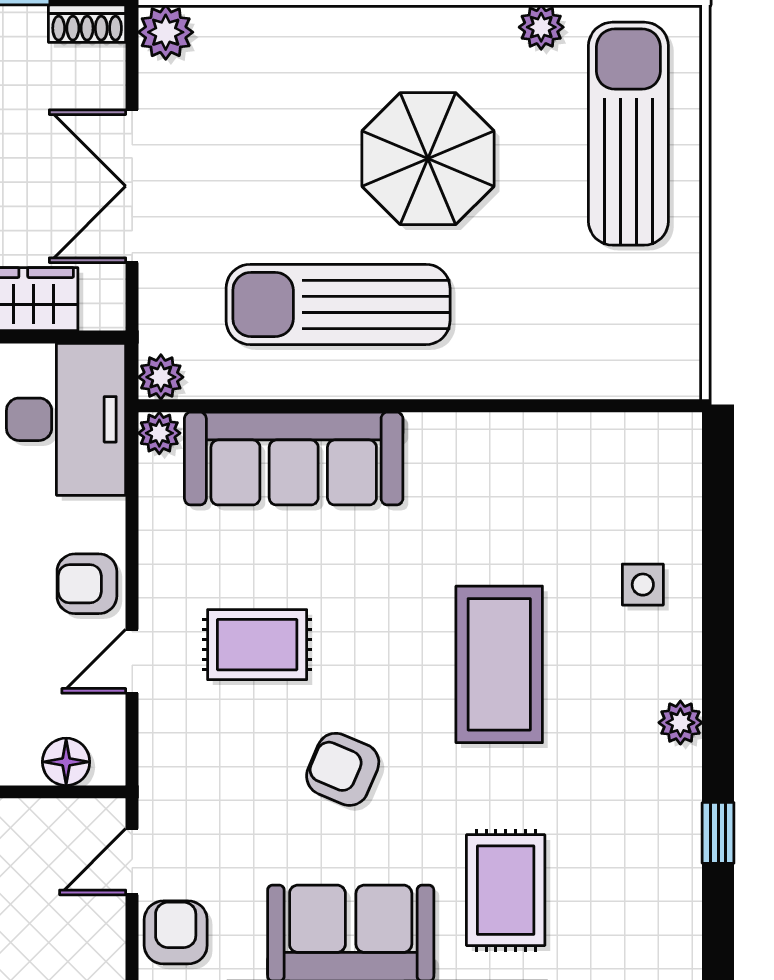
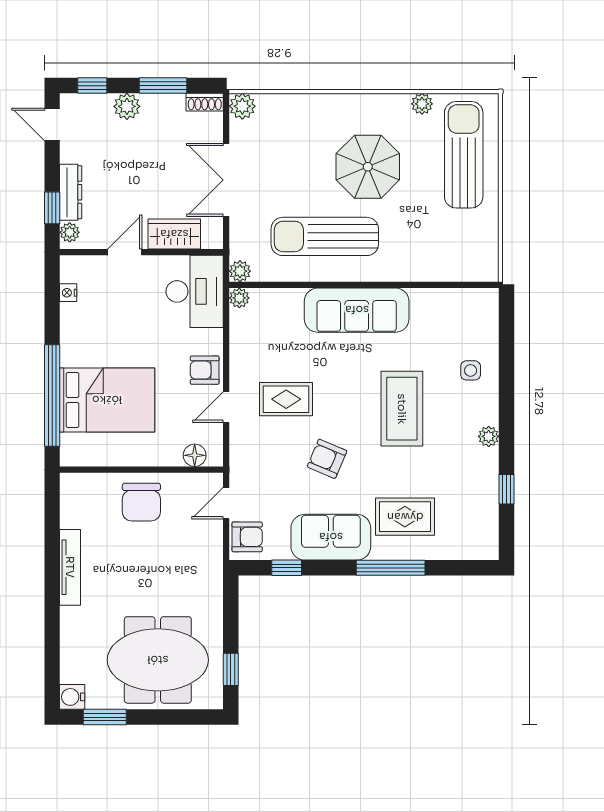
sofa: (294, 459) -> (357, 310), moved
rug: (506, 890) -> (405, 517), turned 90
armchair: (176, 932) -> (247, 537), turned 90

